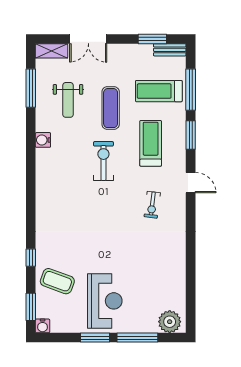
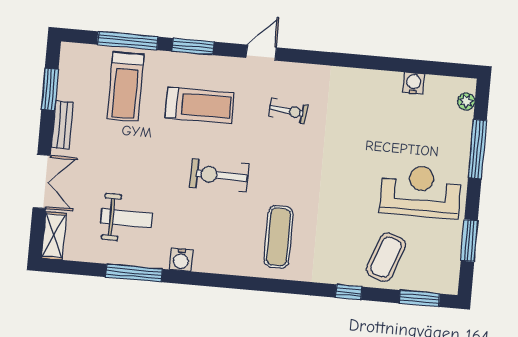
bench: (170, 50) -> (62, 125), moved
window: (31, 88) -> (134, 273), moved
exercise mat: (111, 108) -> (279, 237), moved, turned 90
treadmill: (151, 143) -> (200, 105), turned 180
plant: (170, 322) -> (466, 101), width x0.53, depth x0.53
water cooler: (43, 326) -> (414, 83), moved, turned -90
window: (95, 338) -> (469, 241), moved

